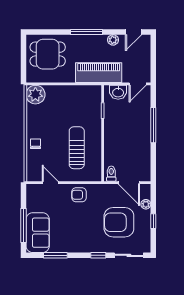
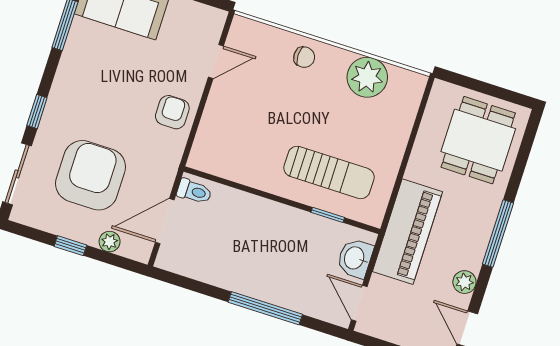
plant: (35, 95) -> (367, 77), moved
sun lounger: (77, 148) -> (329, 172), moved

